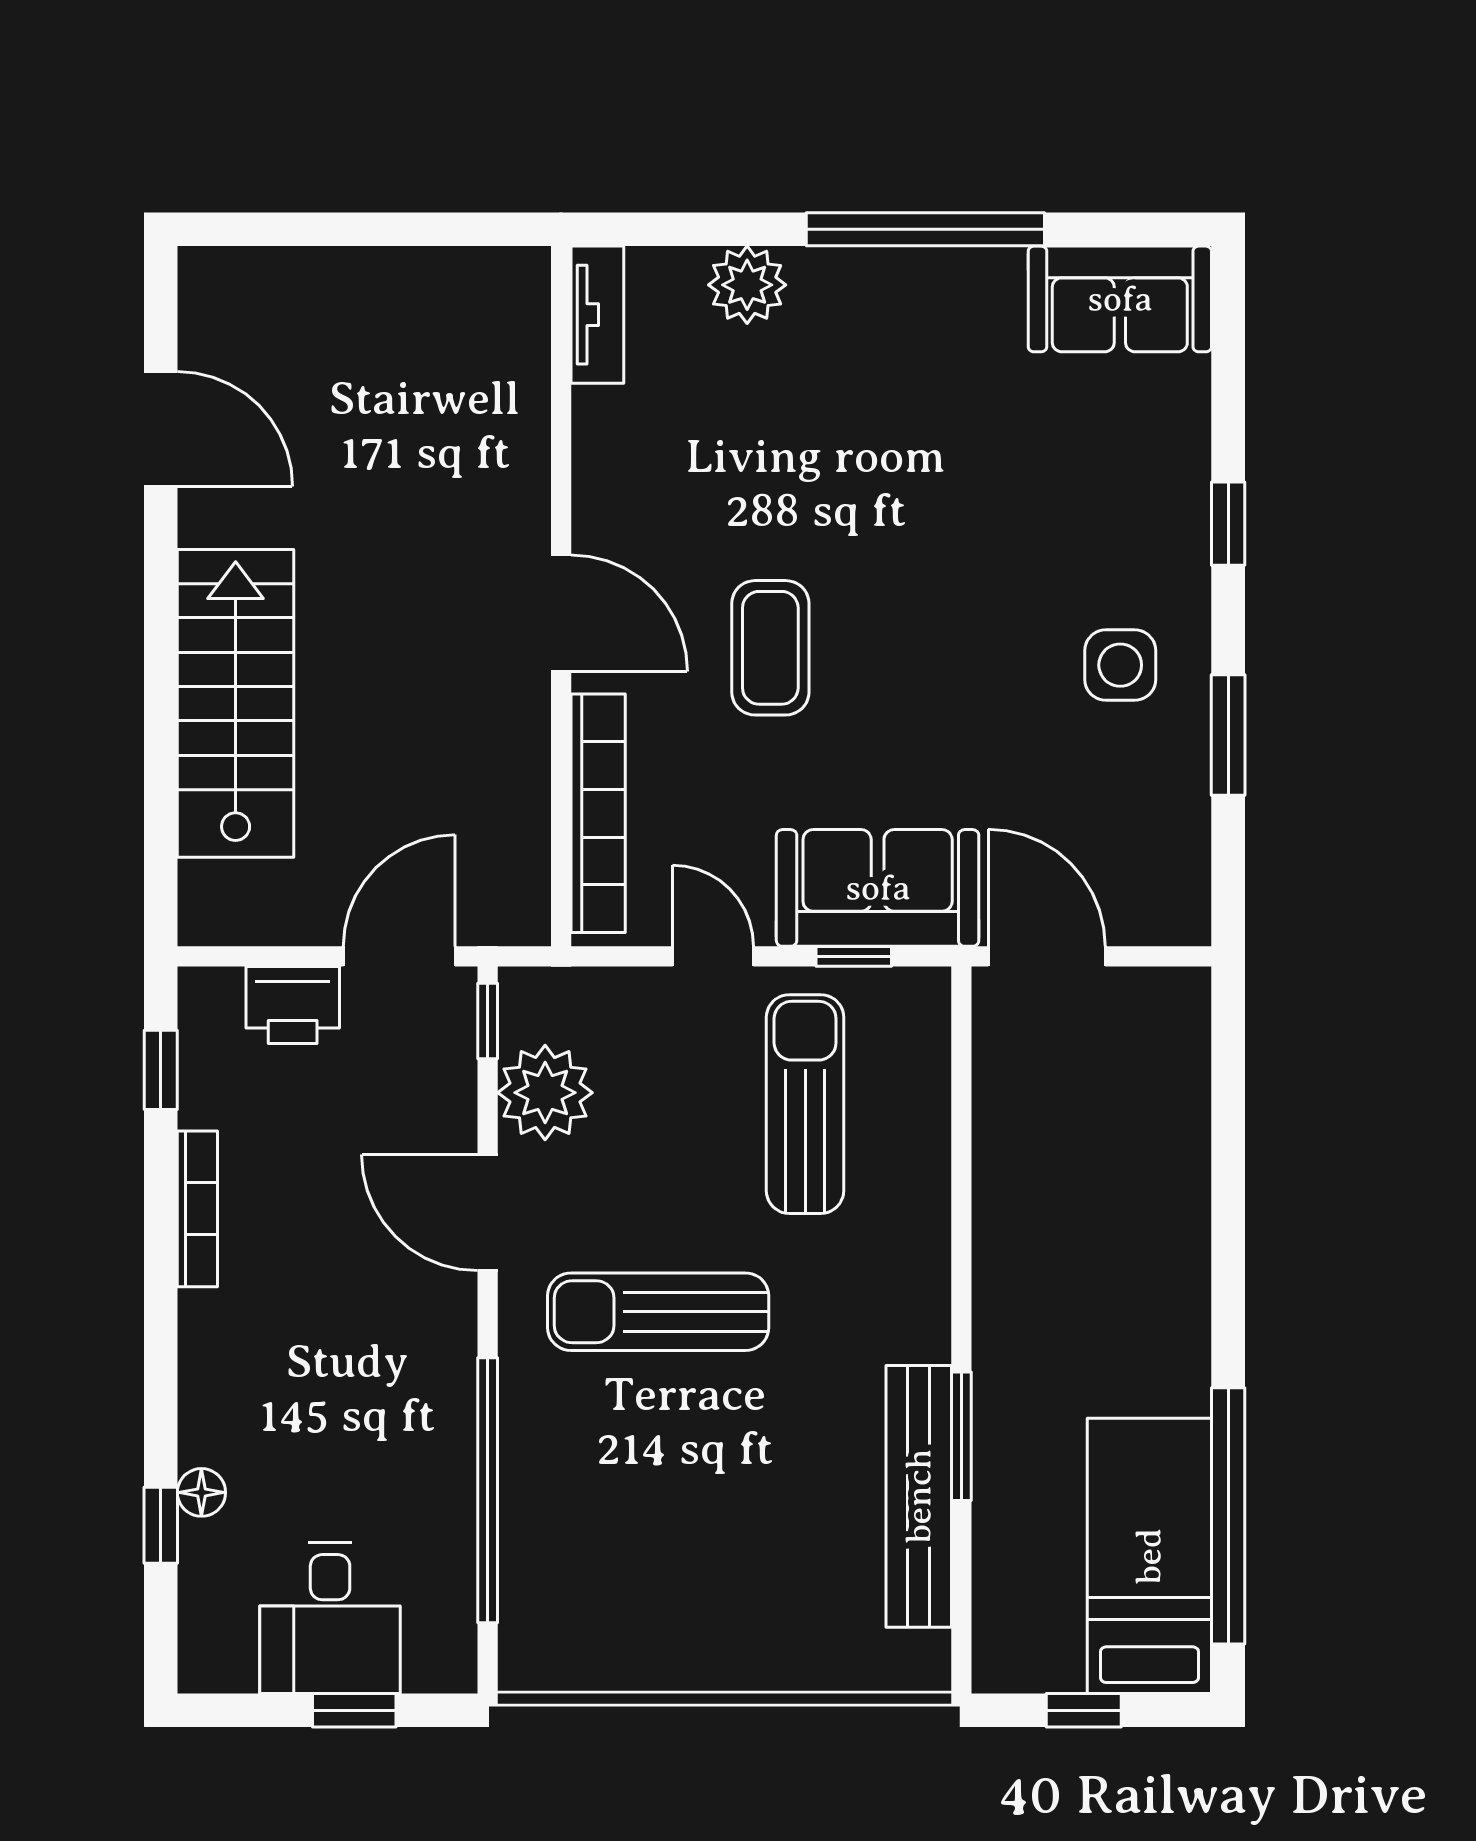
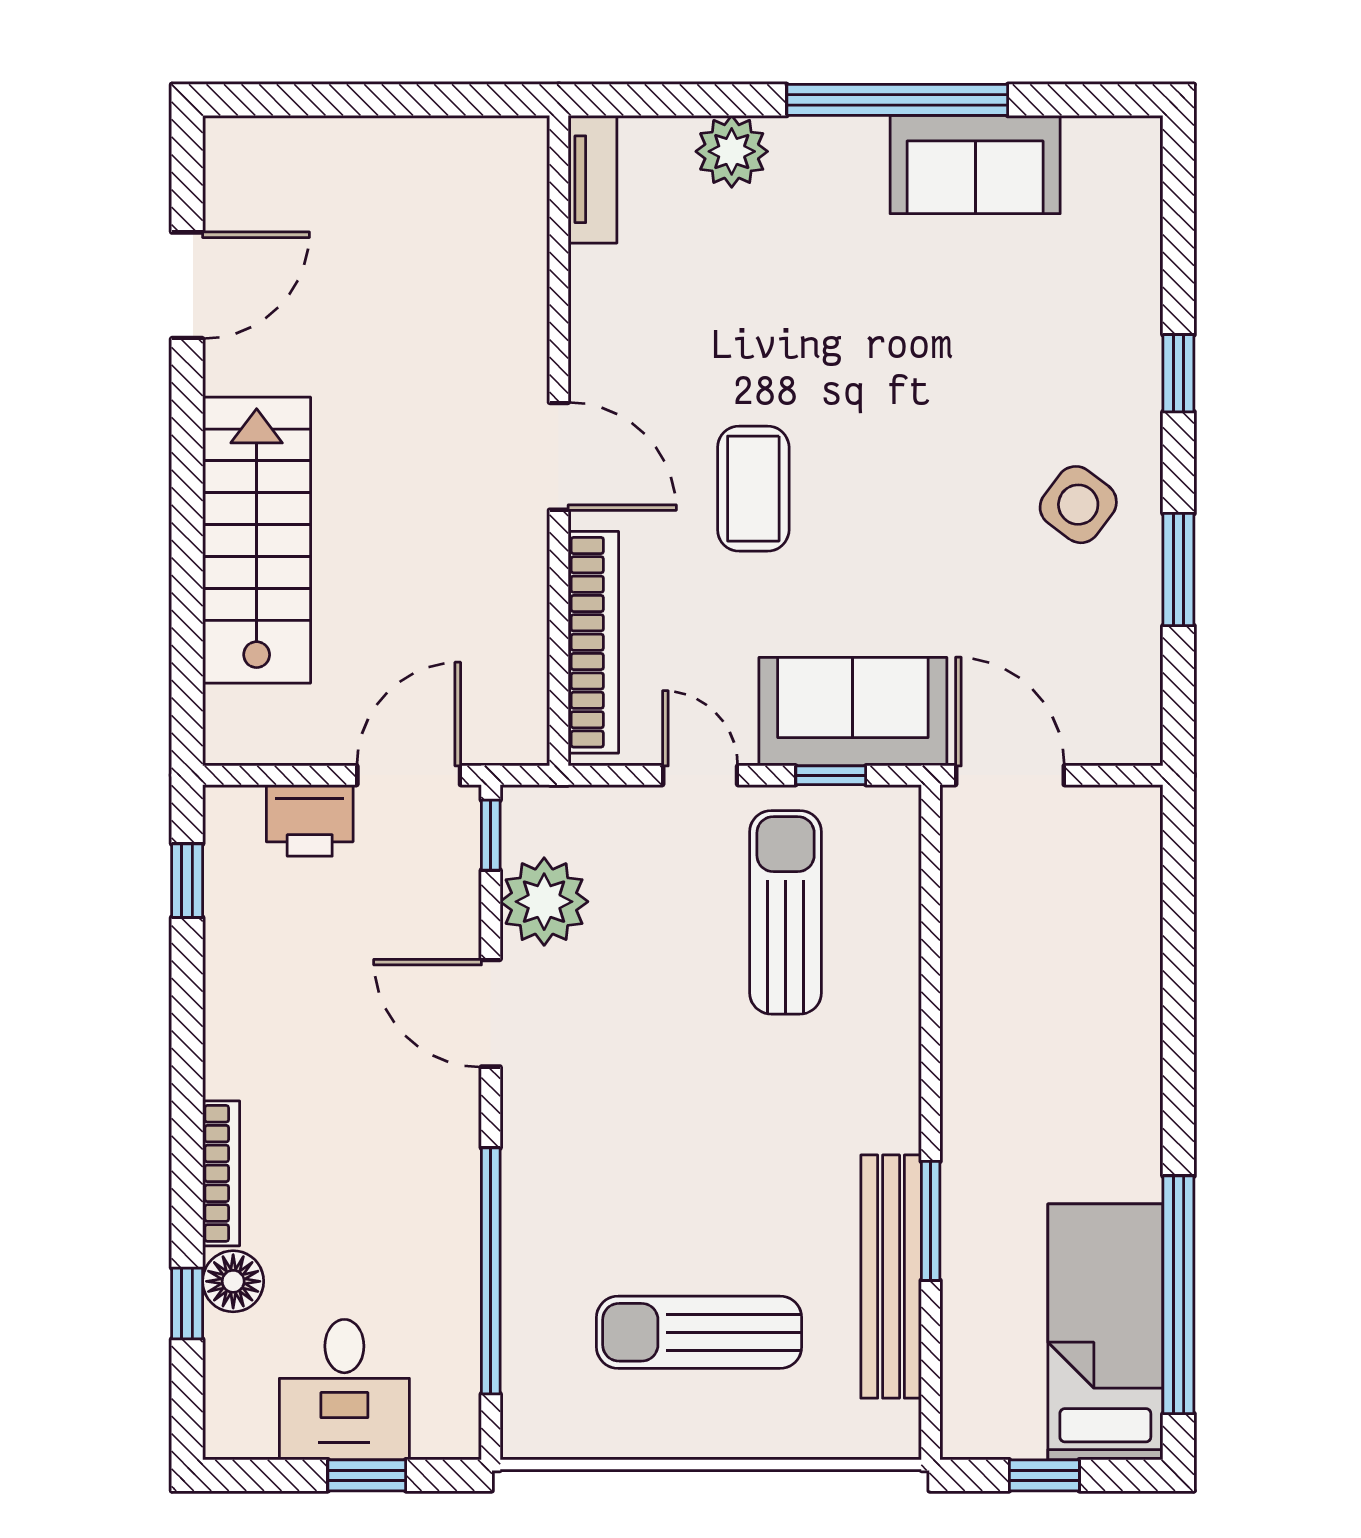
sofa: (1120, 299) -> (975, 165), moved
door: (161, 429) -> (187, 285), hinge flipped
side table: (1120, 665) -> (1078, 505), turned 37
bookcase: (197, 1209) -> (221, 1173), moved
sun lounger: (658, 1312) -> (699, 1332), moved
floor lamp: (201, 1492) -> (233, 1281), width x1.37, depth x1.37

